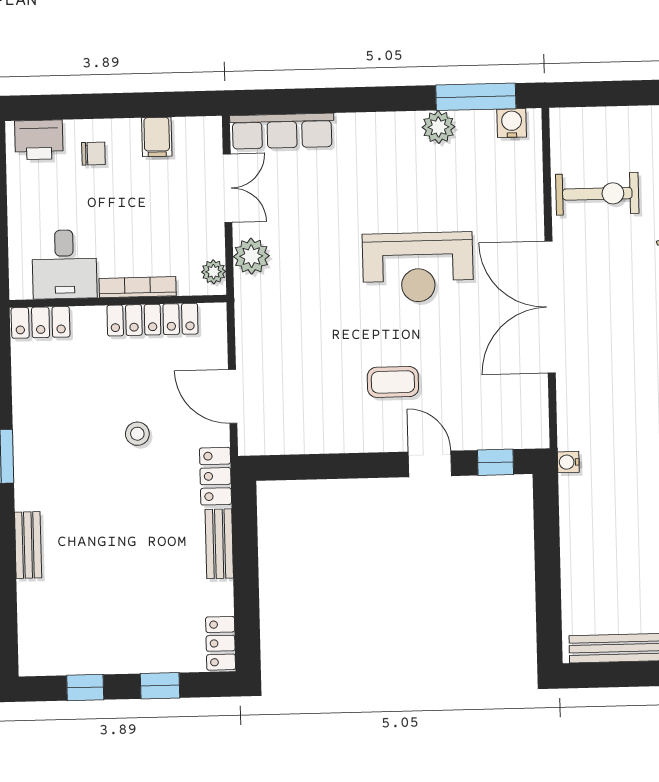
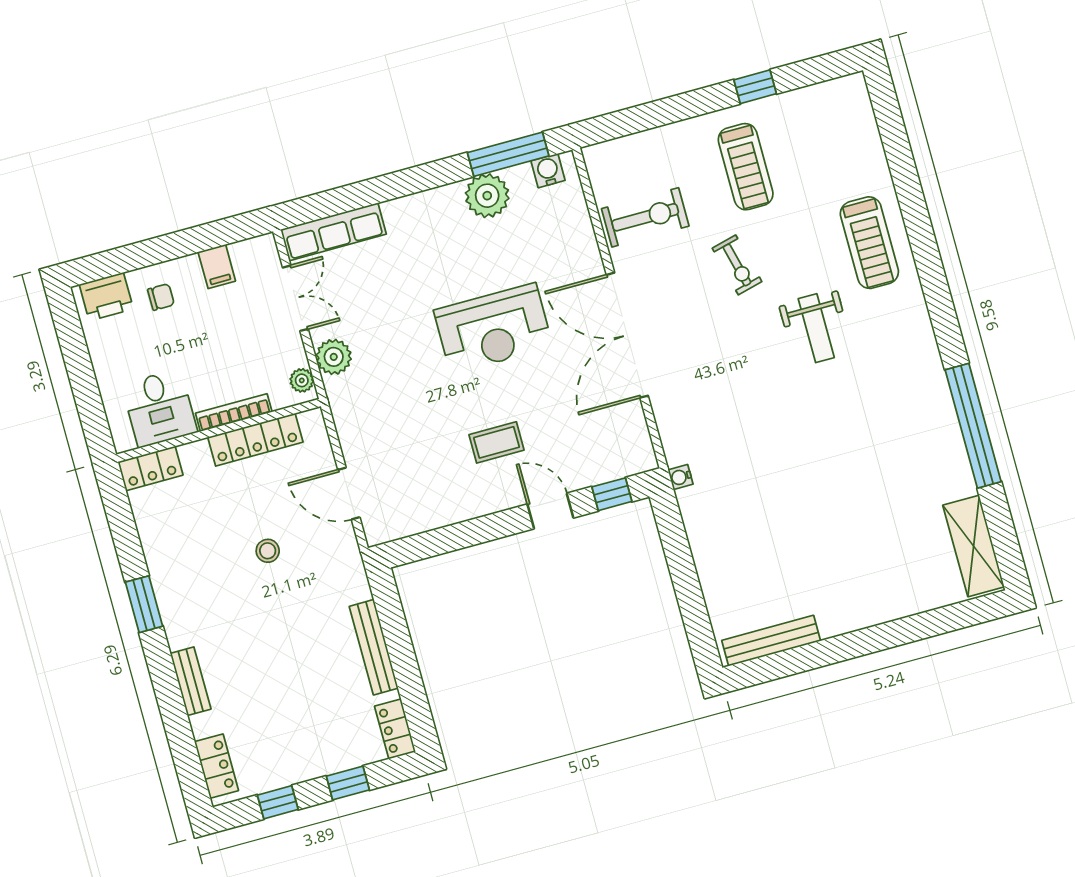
plant: (438, 127) -> (487, 196), width x1.36, depth x1.36
locker: (215, 476) -> (216, 766), moved, turned 180
bench: (219, 544) -> (374, 647), width x1.36

